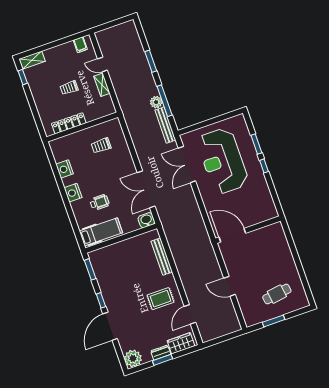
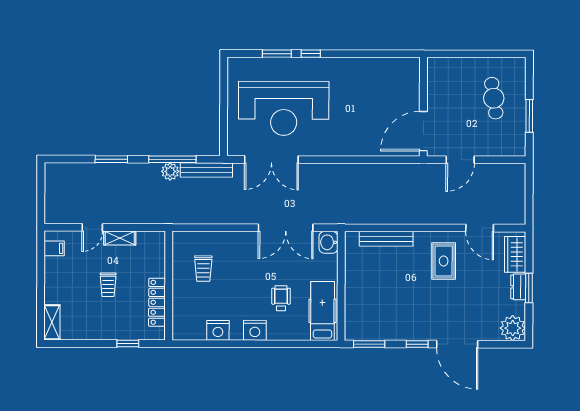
window: (23, 77) -> (128, 344), moved
wall: (248, 230) -> (423, 107), moved
door: (232, 235) -> (423, 131), moved

